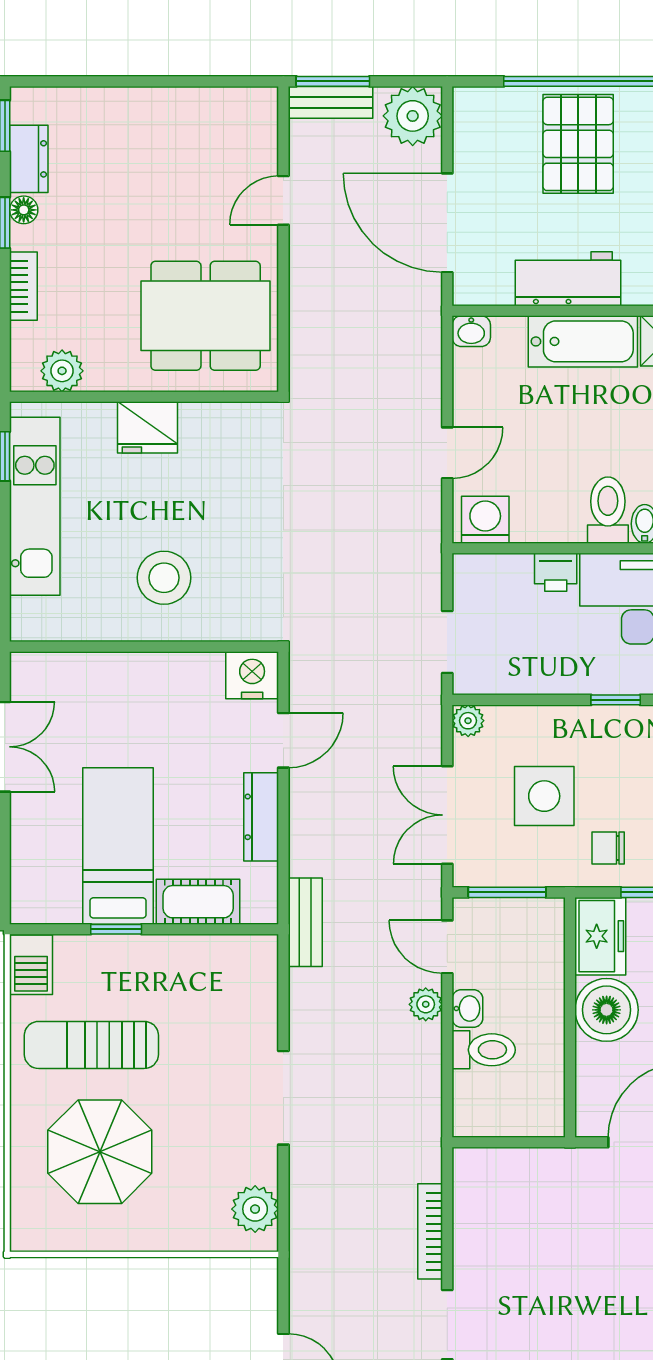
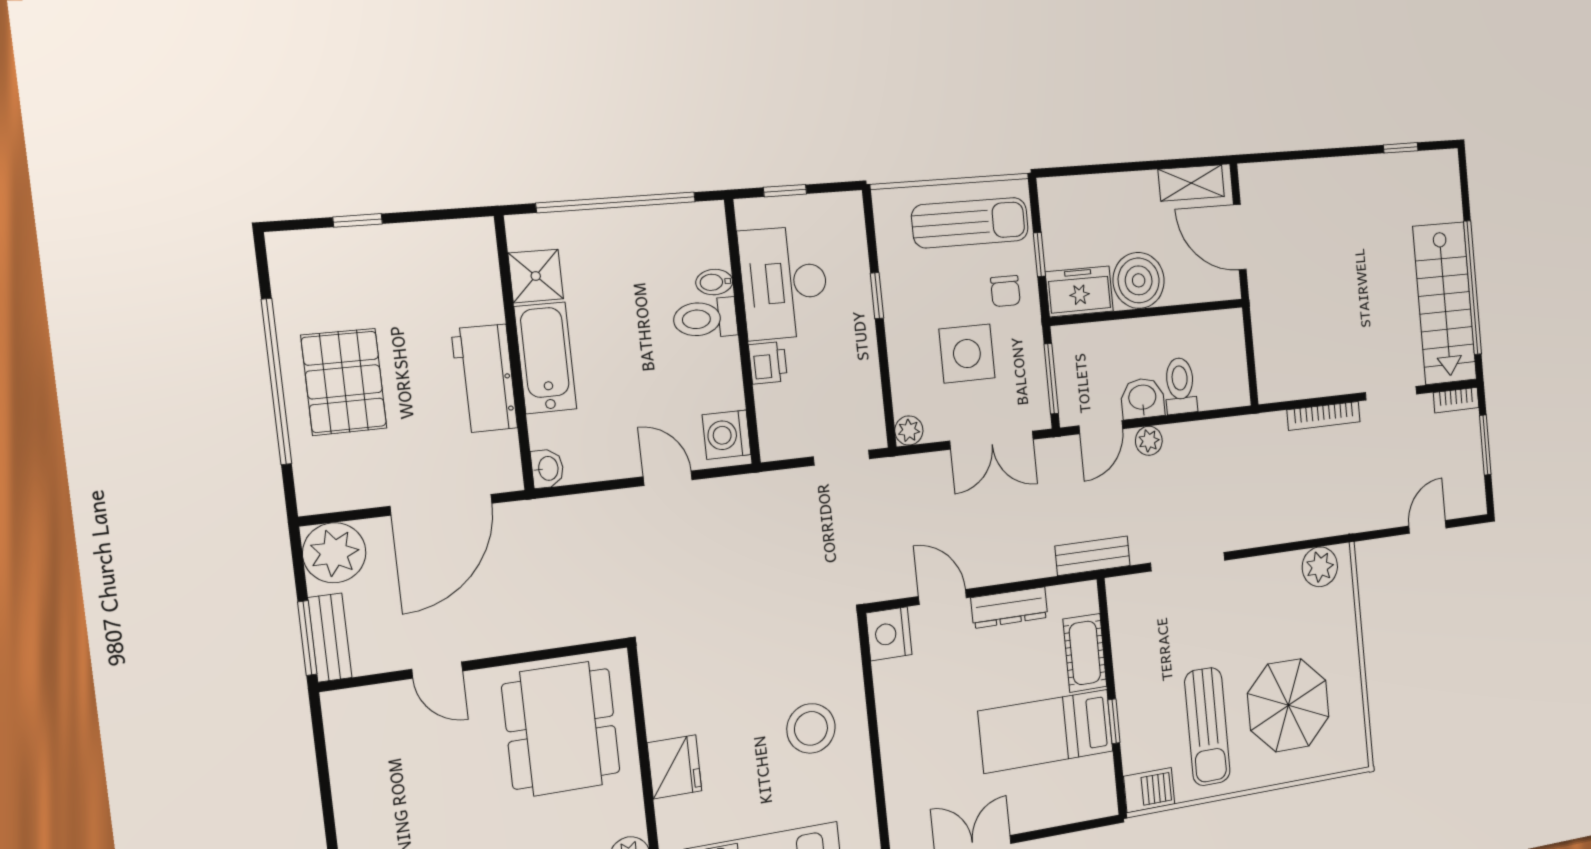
pallet: (578, 144) -> (344, 382), turned 90
washbasin: (467, 1008) -> (1142, 398), width x1.38, depth x1.45
doorway: (283, 1098) -> (1188, 562), moved

